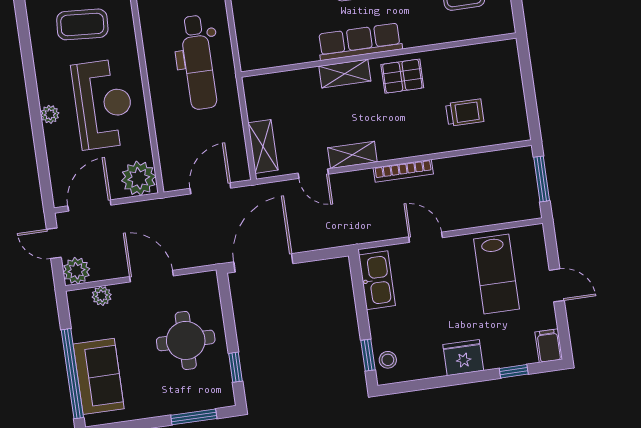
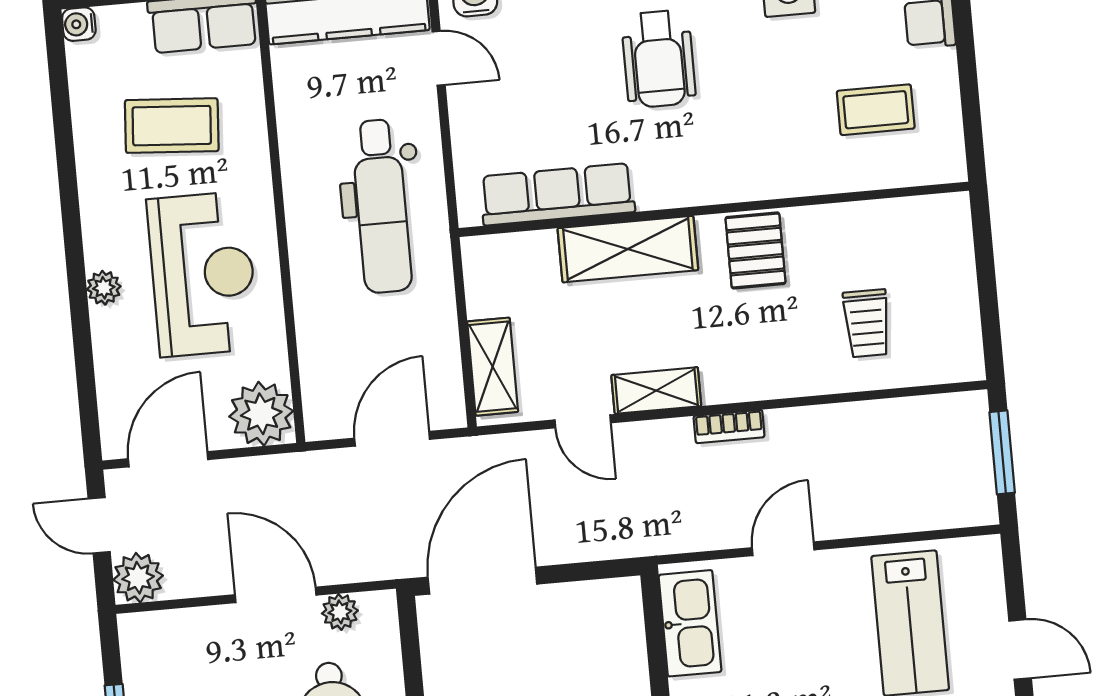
row of seats: (360, 42) -> (557, 194), moved
shelving: (345, 74) -> (628, 249), width x1.50, depth x1.33
pallet: (402, 76) -> (755, 250), turned 90
trolley: (465, 113) -> (867, 323), turned 90
bookcase: (403, 171) -> (729, 426), width x0.64
door: (426, 237) -> (783, 549), hinge flipped
plant: (102, 296) -> (340, 612), moved

